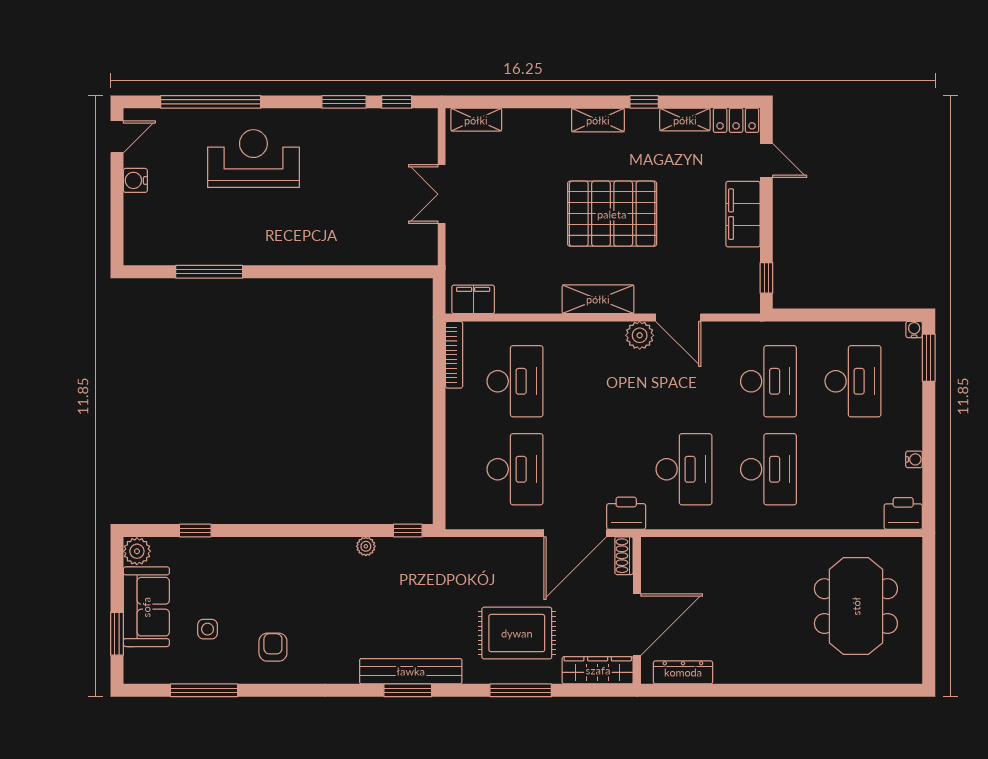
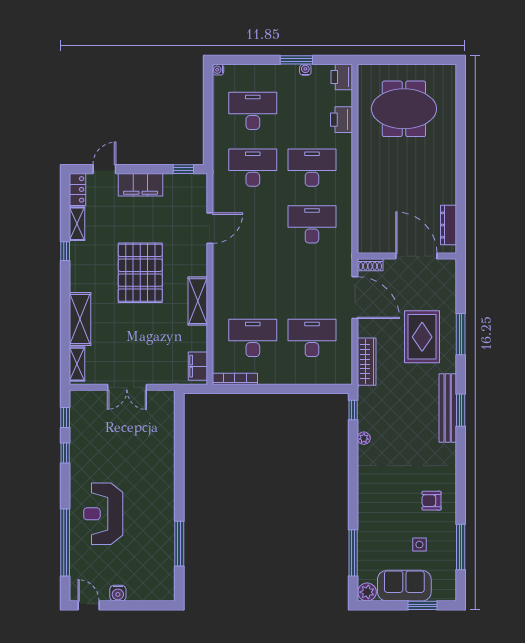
window: (344, 102) -> (65, 453), width x0.67
shelving: (598, 120) -> (80, 319), moved, width x1.50, depth x1.33
shelving: (598, 299) -> (198, 301), moved
plant: (640, 335) -> (222, 254), removed
window: (929, 358) -> (296, 60), moved
printer: (626, 513) -> (342, 120), moved
window: (195, 531) -> (353, 553), width x2.17
wardrobe: (598, 670) -> (367, 362), moved, turned 180

